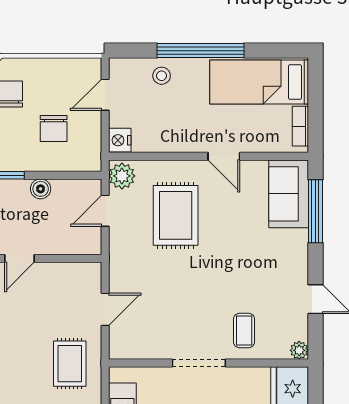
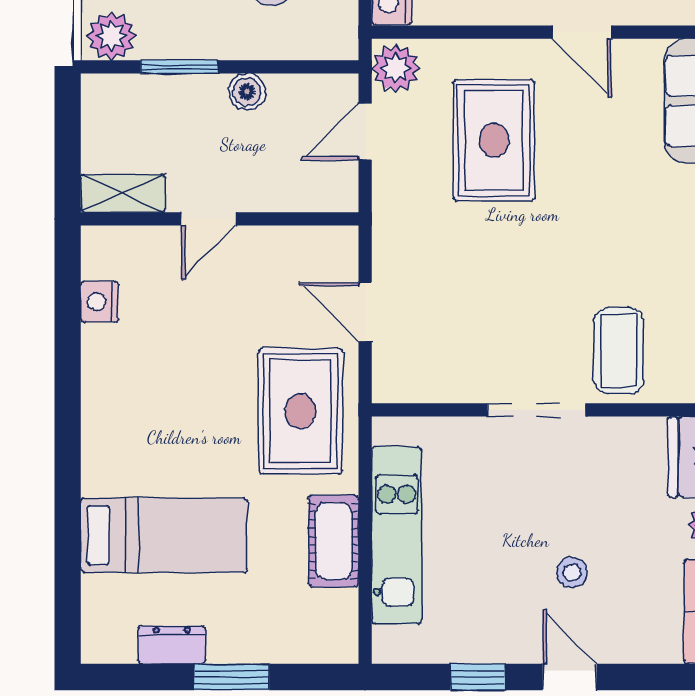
door: (105, 309) -> (365, 312), swing flipped
coffee table: (244, 330) -> (619, 351), width x1.36, depth x1.30
rug: (70, 364) -> (300, 411), width x1.36, depth x1.43

